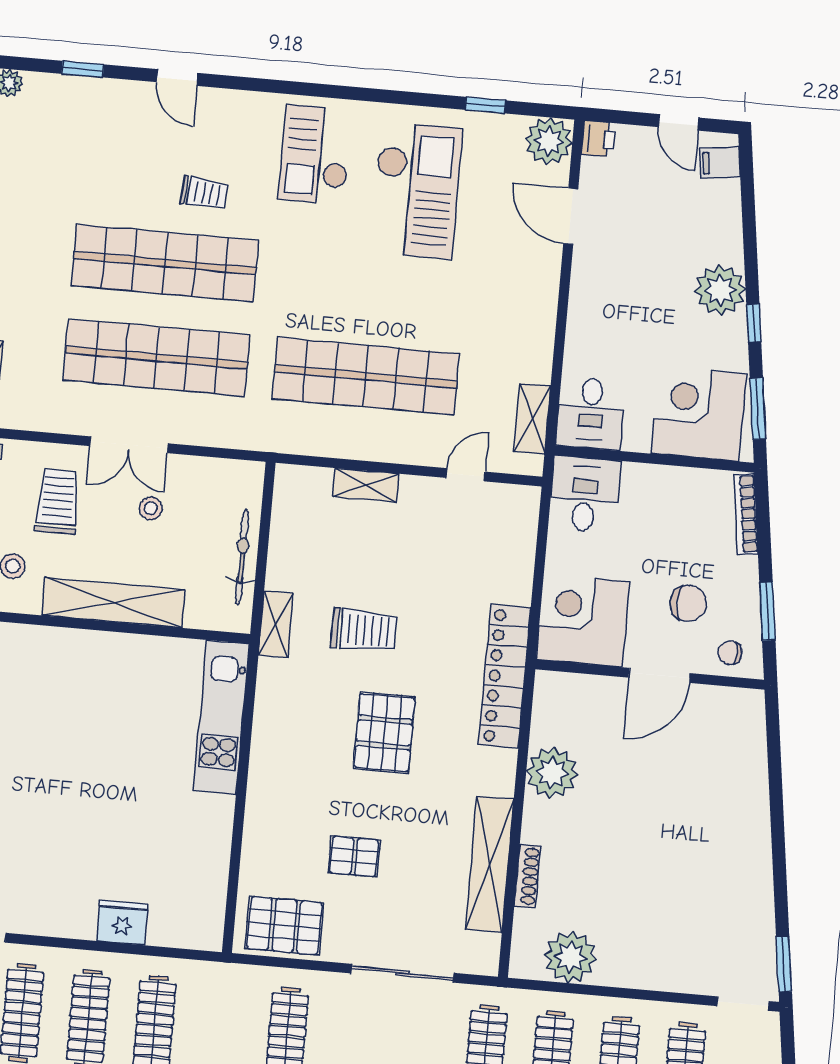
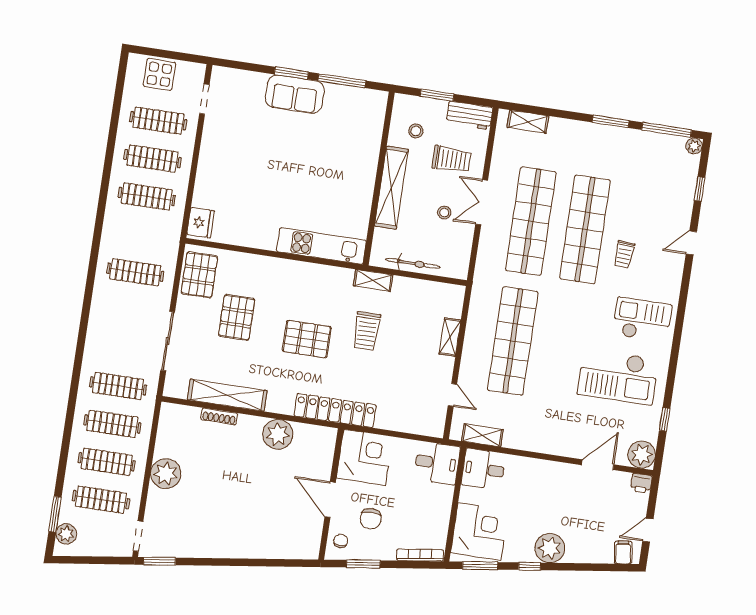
pallet: (354, 856) -> (237, 317), width x1.50, depth x1.42
fridge: (122, 923) -> (201, 223), moved
plant: (570, 957) -> (166, 474), moved

